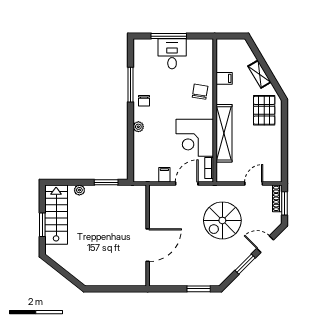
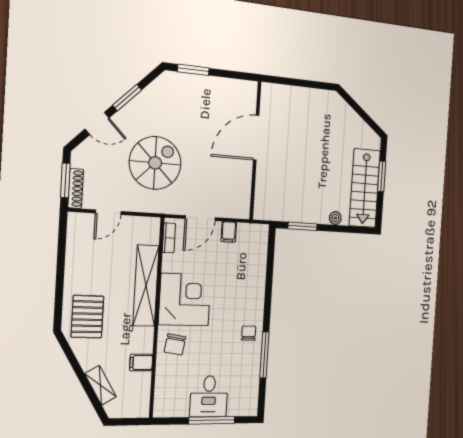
shelving: (259, 74) -> (100, 385), moved
plant: (138, 127) -> (258, 299), removed
corner desk: (195, 138) -> (185, 300), moved

